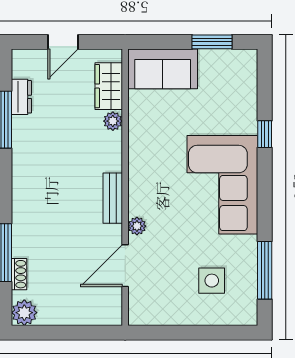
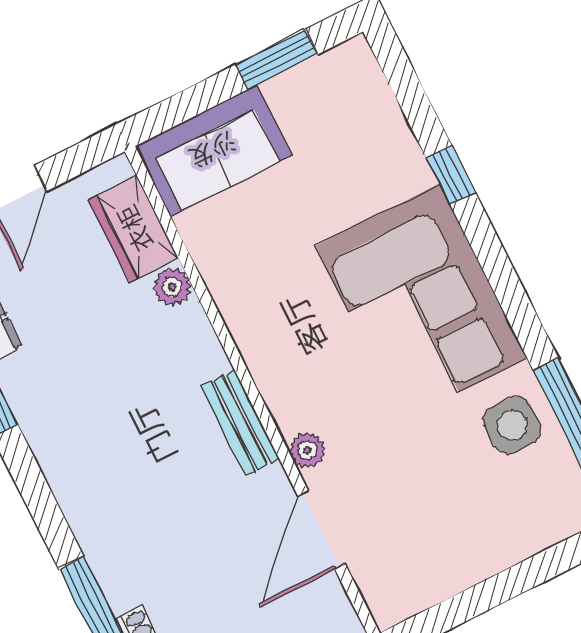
side table: (212, 281) -> (512, 425), moved

